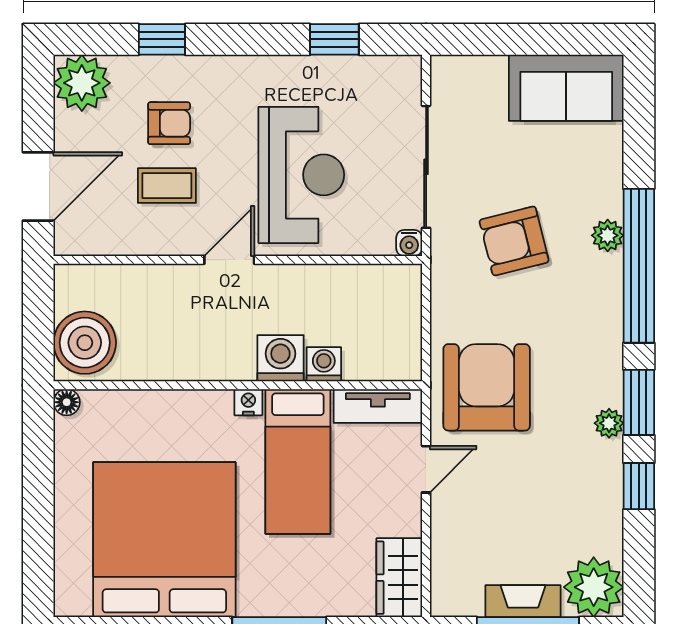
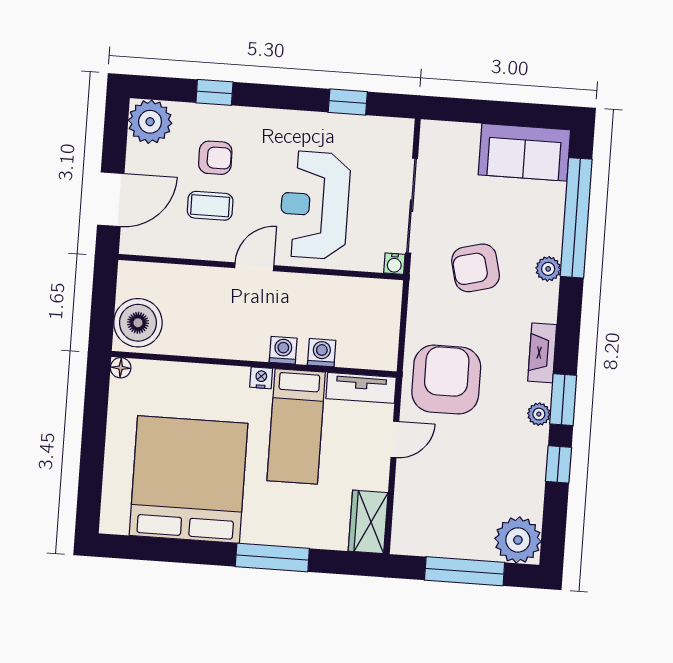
reception desk: (301, 175) -> (315, 205), turned 180
window: (639, 266) -> (576, 218), moved
washing machine: (280, 358) -> (283, 350), width x0.73, depth x0.73
fireplace: (523, 601) -> (542, 353), moved, turned -90

